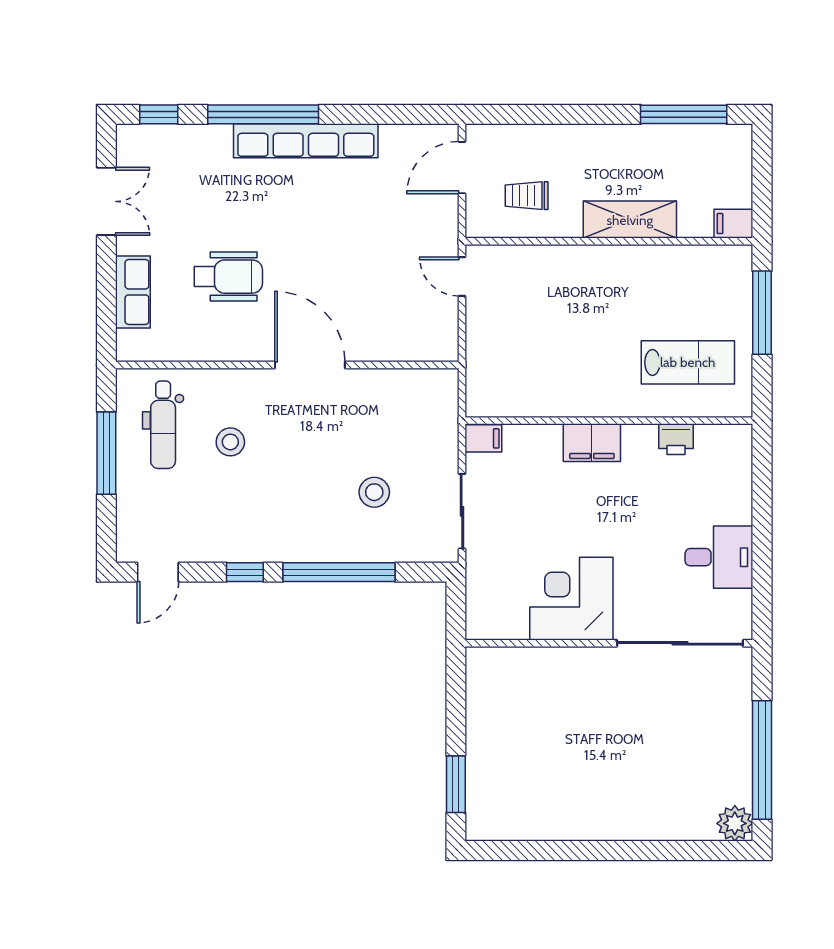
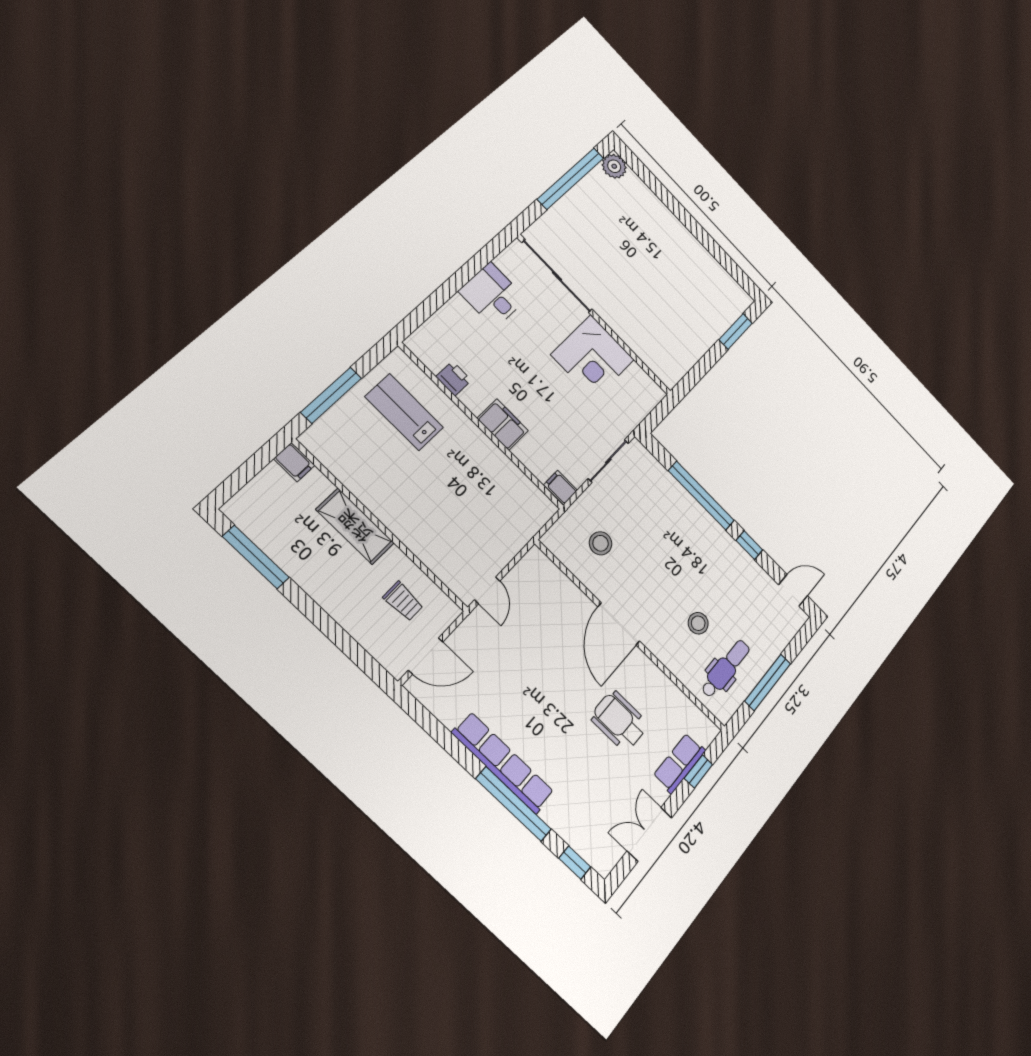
window: (106, 302) -> (698, 771), added
stool: (374, 492) -> (601, 543), moved

